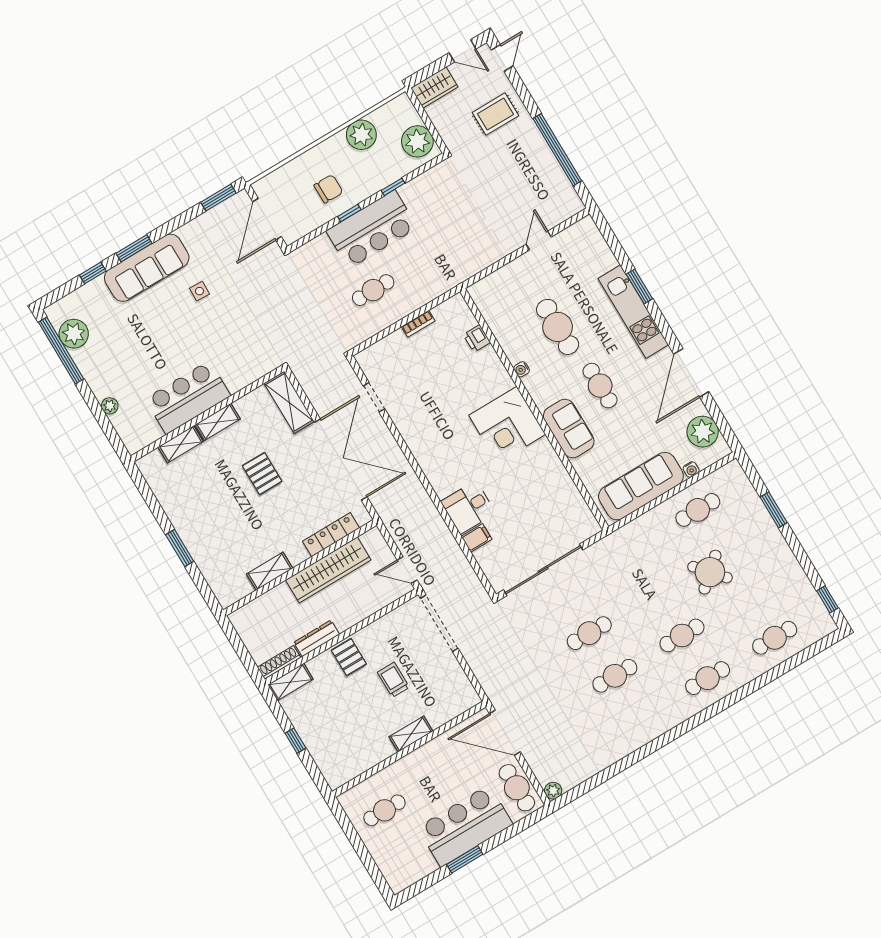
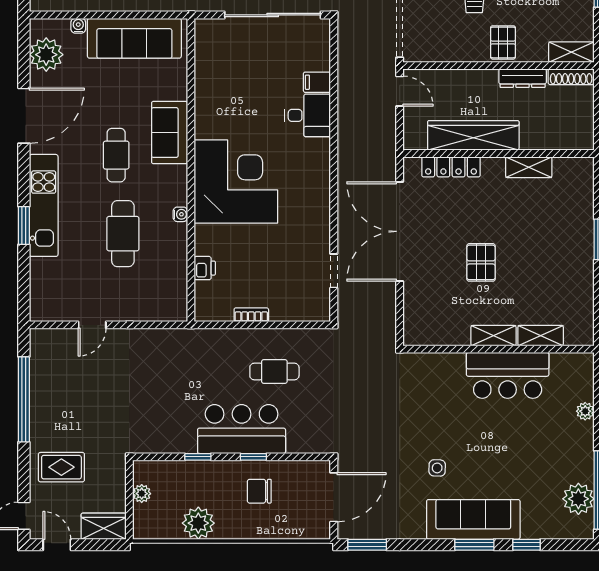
plant: (417, 141) -> (142, 494), width x0.53, depth x0.53
shelving: (289, 402) -> (416, 314), removed
corner desk: (507, 425) -> (236, 181), width x1.36, depth x1.36

